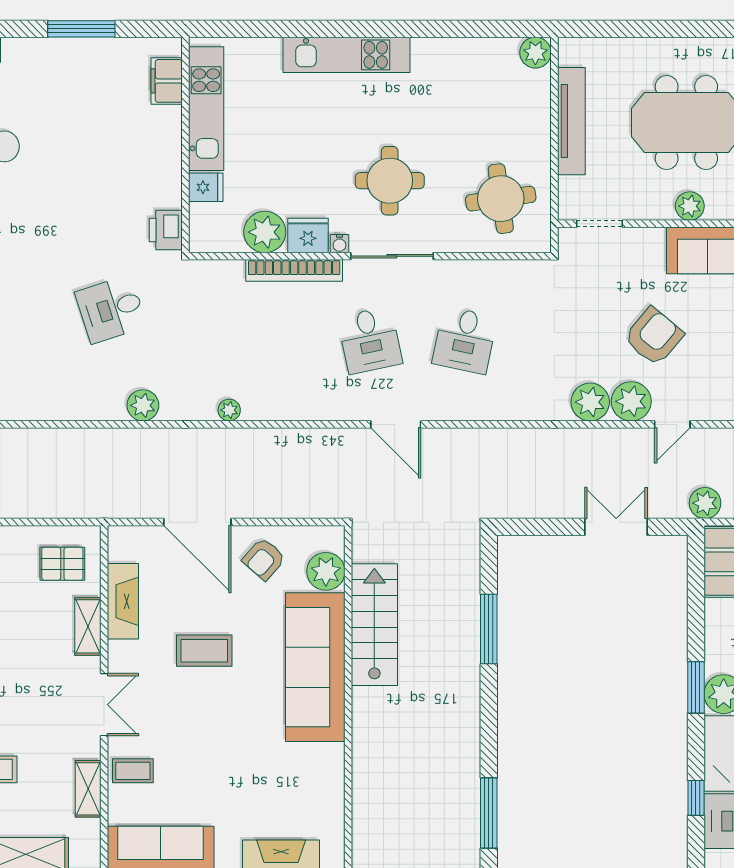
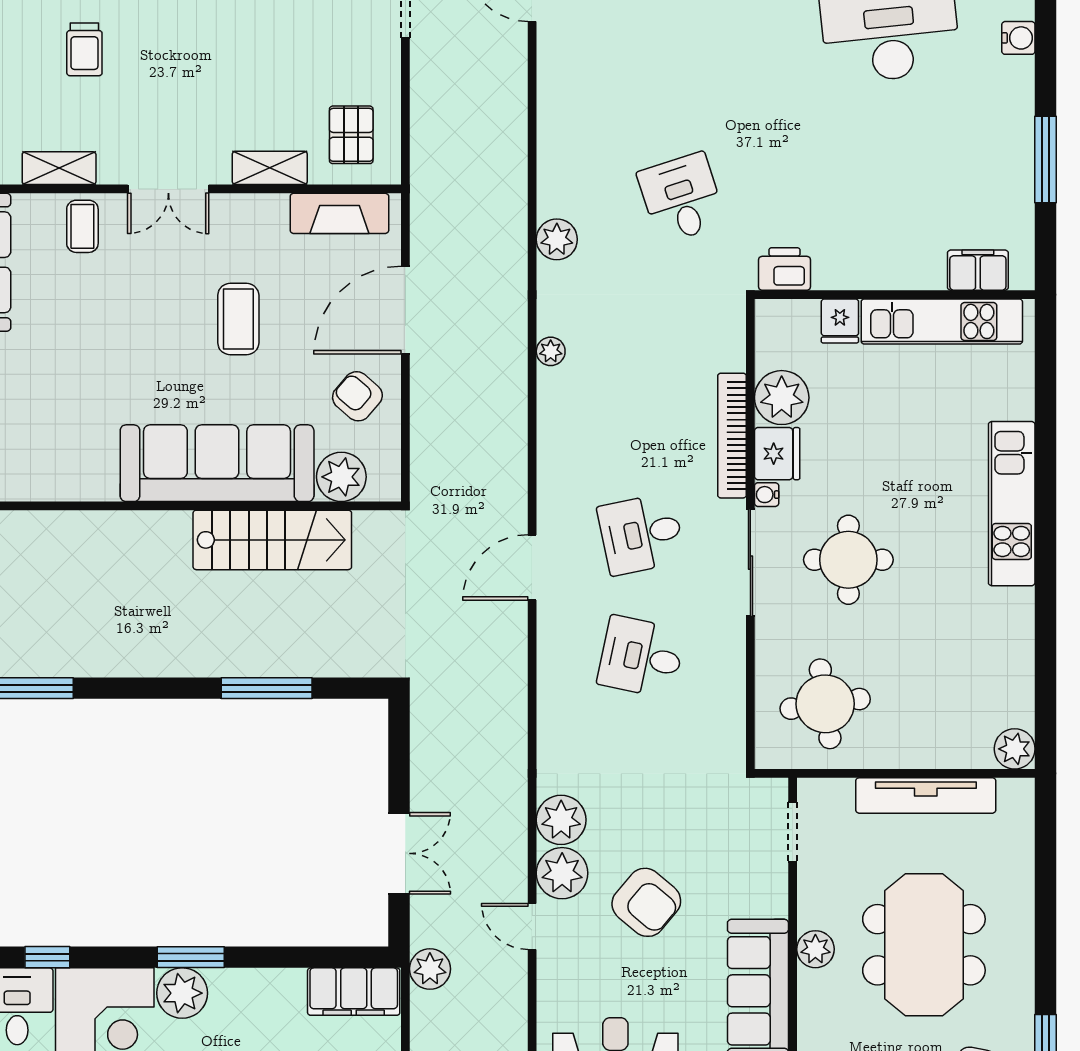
fireplace: (123, 601) -> (339, 213), moved

